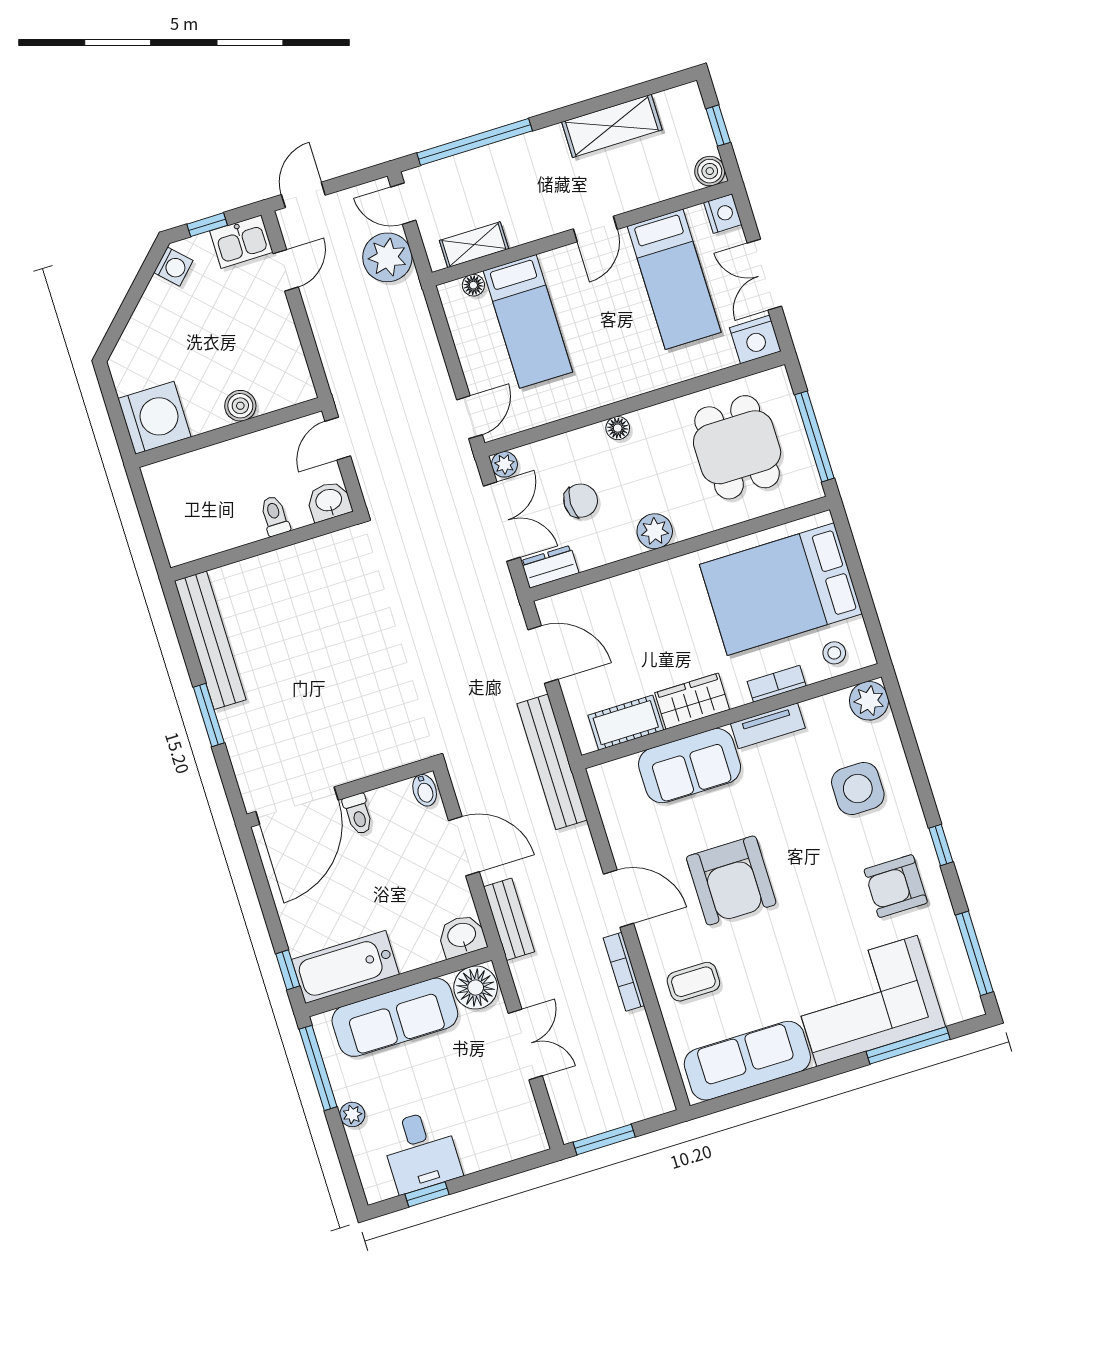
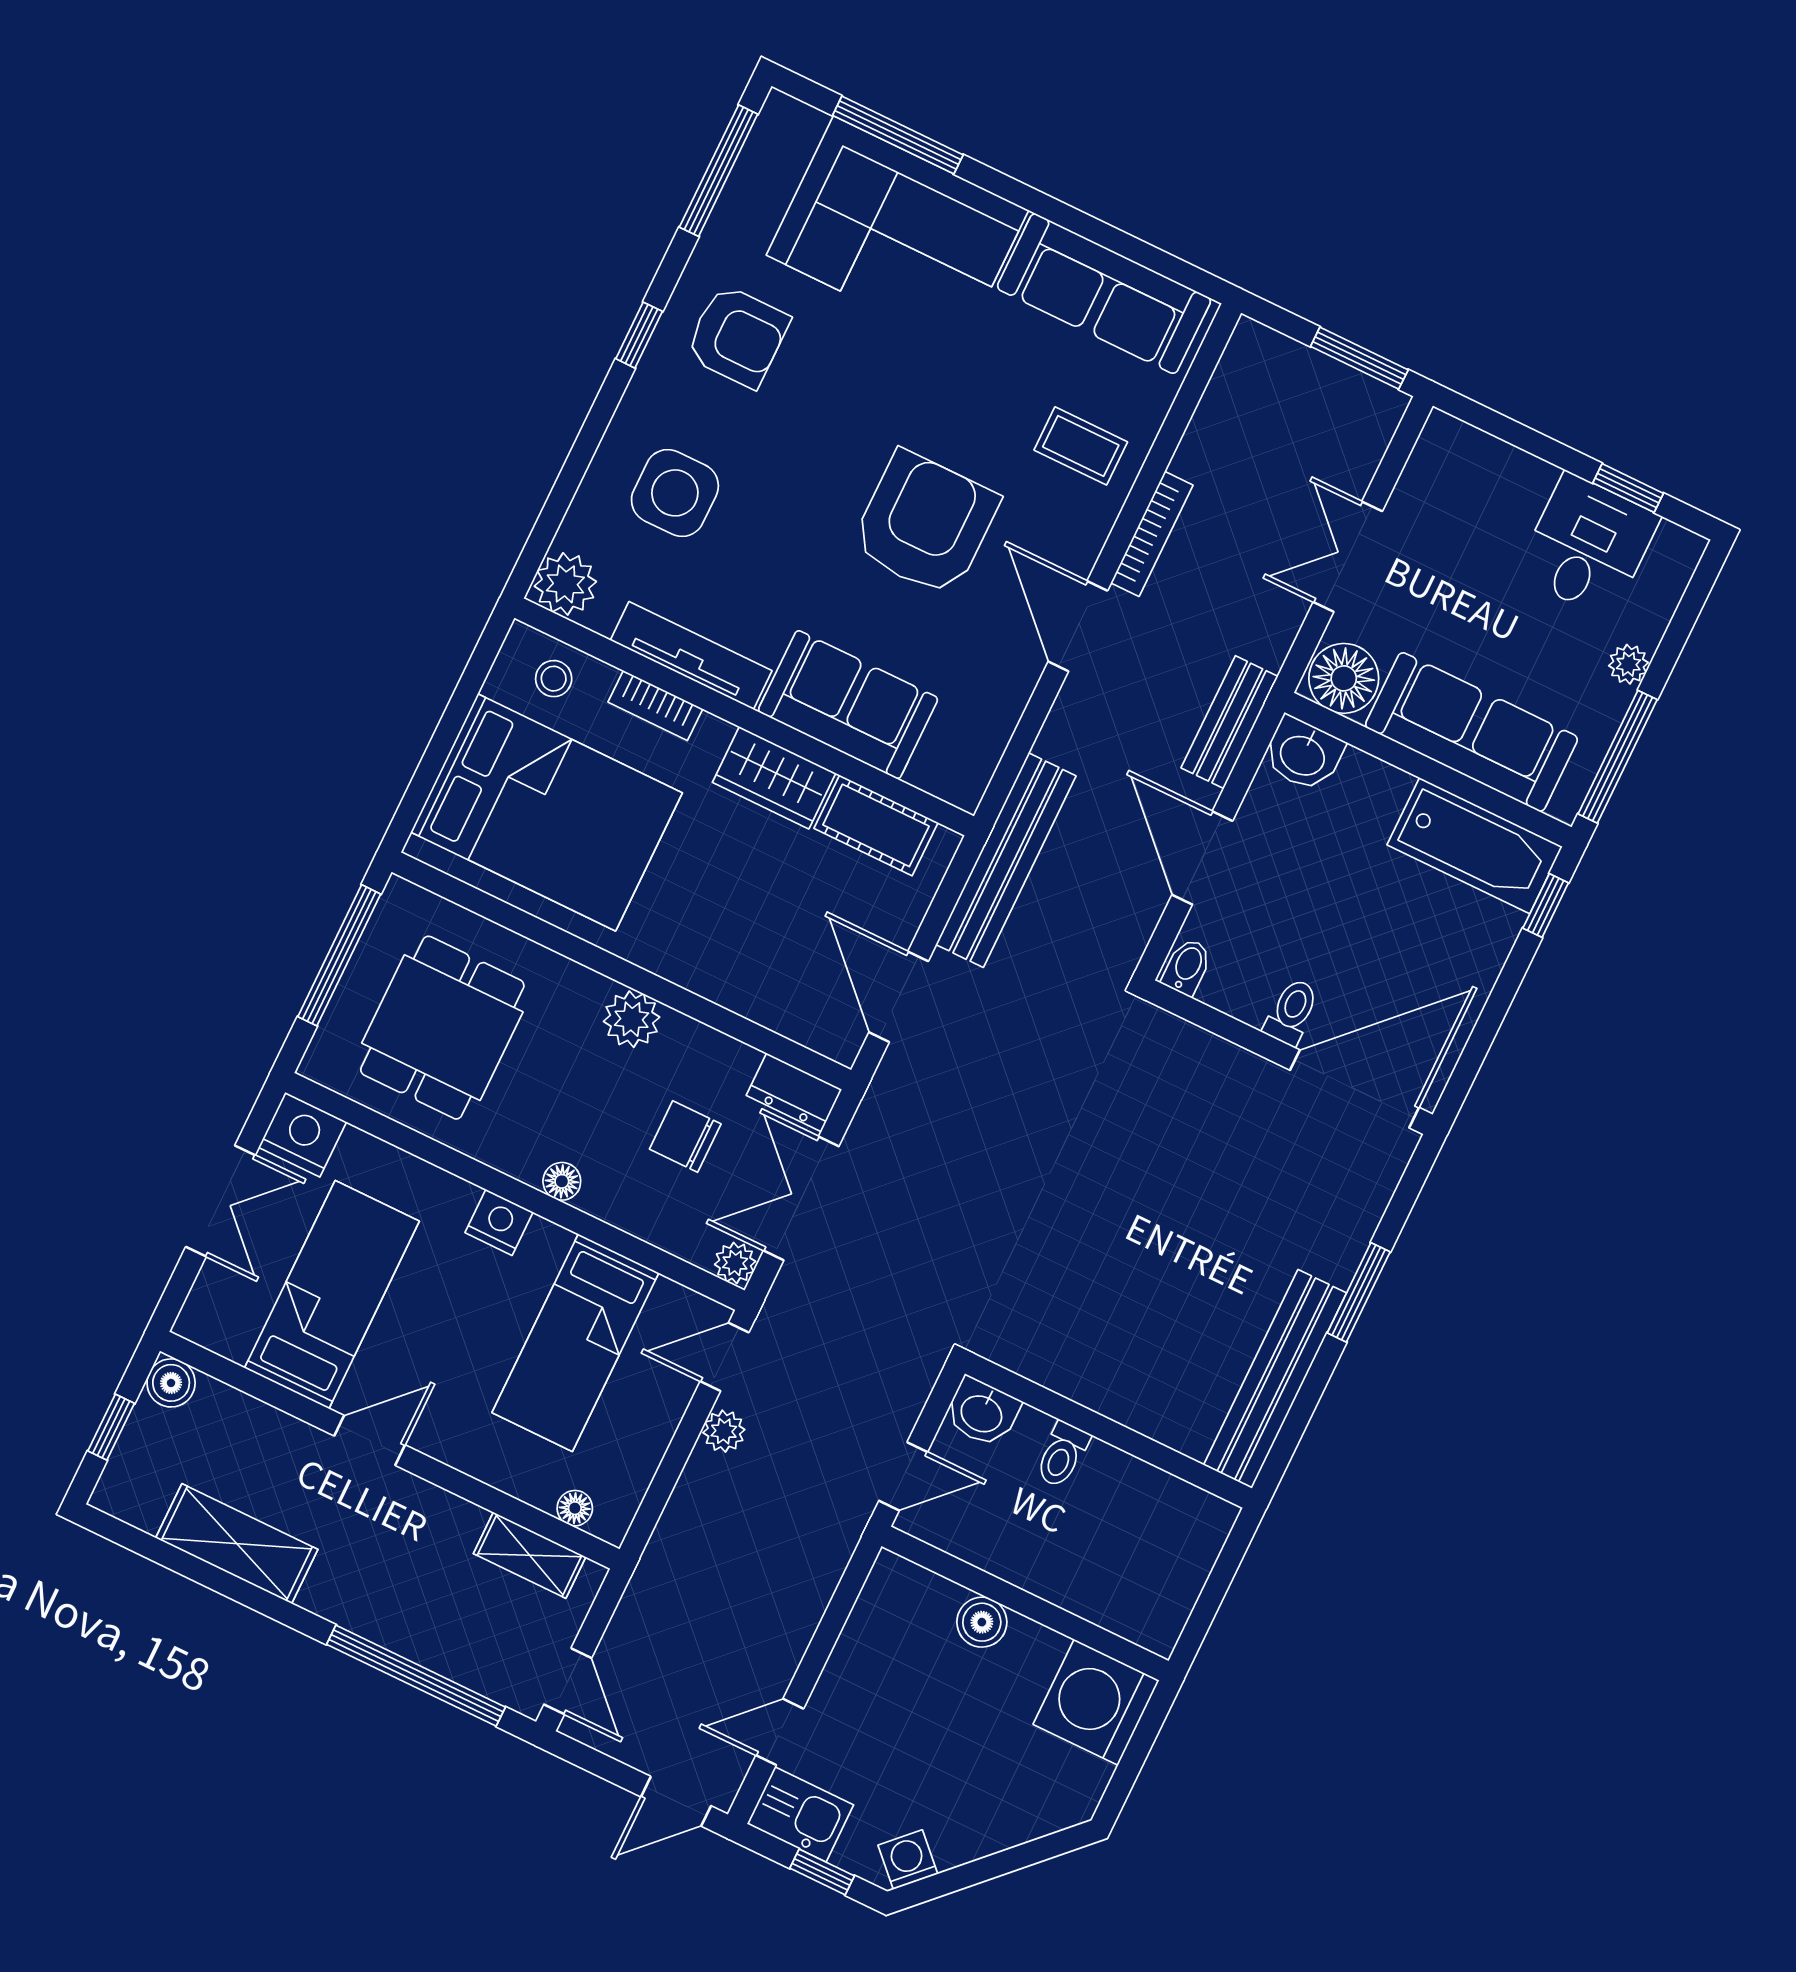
nightstand: (723, 214) -> (499, 1222), moved, turned 90
plant: (387, 257) -> (724, 1431), moved, width x0.53, depth x0.53
bed: (528, 321) -> (575, 1343), moved, turned 180
tv unit: (768, 726) -> (691, 656), width x1.41

